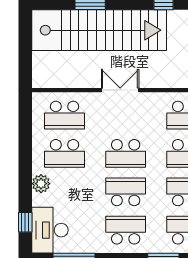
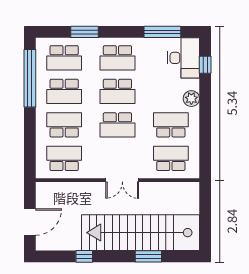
school desk: (126, 153) -> (117, 125), turned 180

